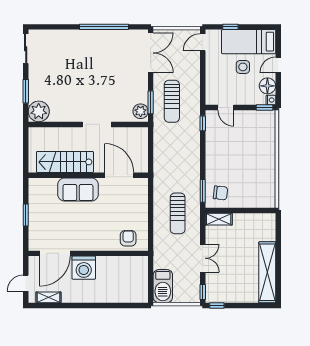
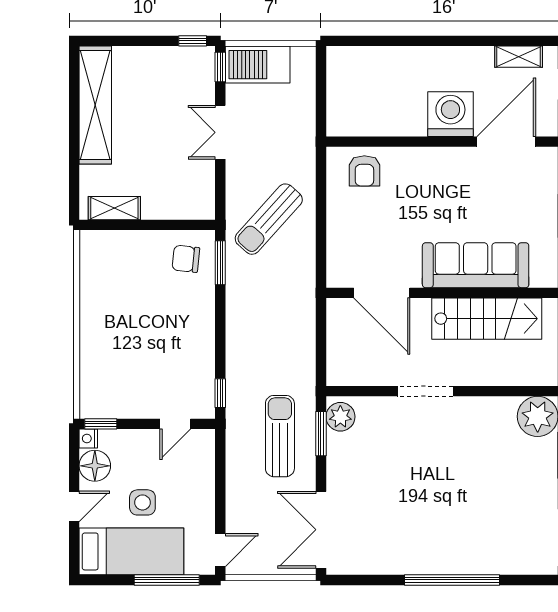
window: (104, 27) -> (452, 580), moved
window: (230, 27) -> (167, 580), width x2.17
door: (226, 108) -> (175, 424), swing flipped
sofa: (78, 190) -> (476, 265), width x1.36
sun lounger: (178, 213) -> (269, 219), turned -138
shelving: (219, 219) -> (114, 208), moved
barbecue: (163, 286) -> (258, 65), moved, turned -90

